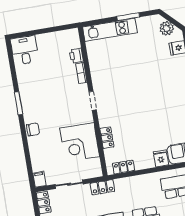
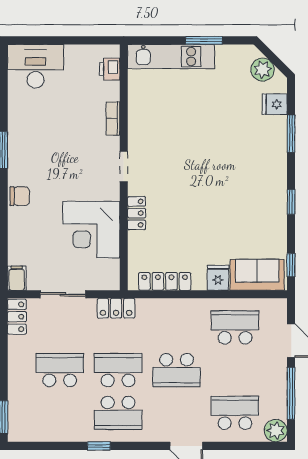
desk: (25, 50) -> (36, 66), width x1.37
printer: (76, 56) -> (110, 69), moved
locker: (107, 138) -> (137, 213), moved
locker: (123, 167) -> (165, 281), width x1.53

